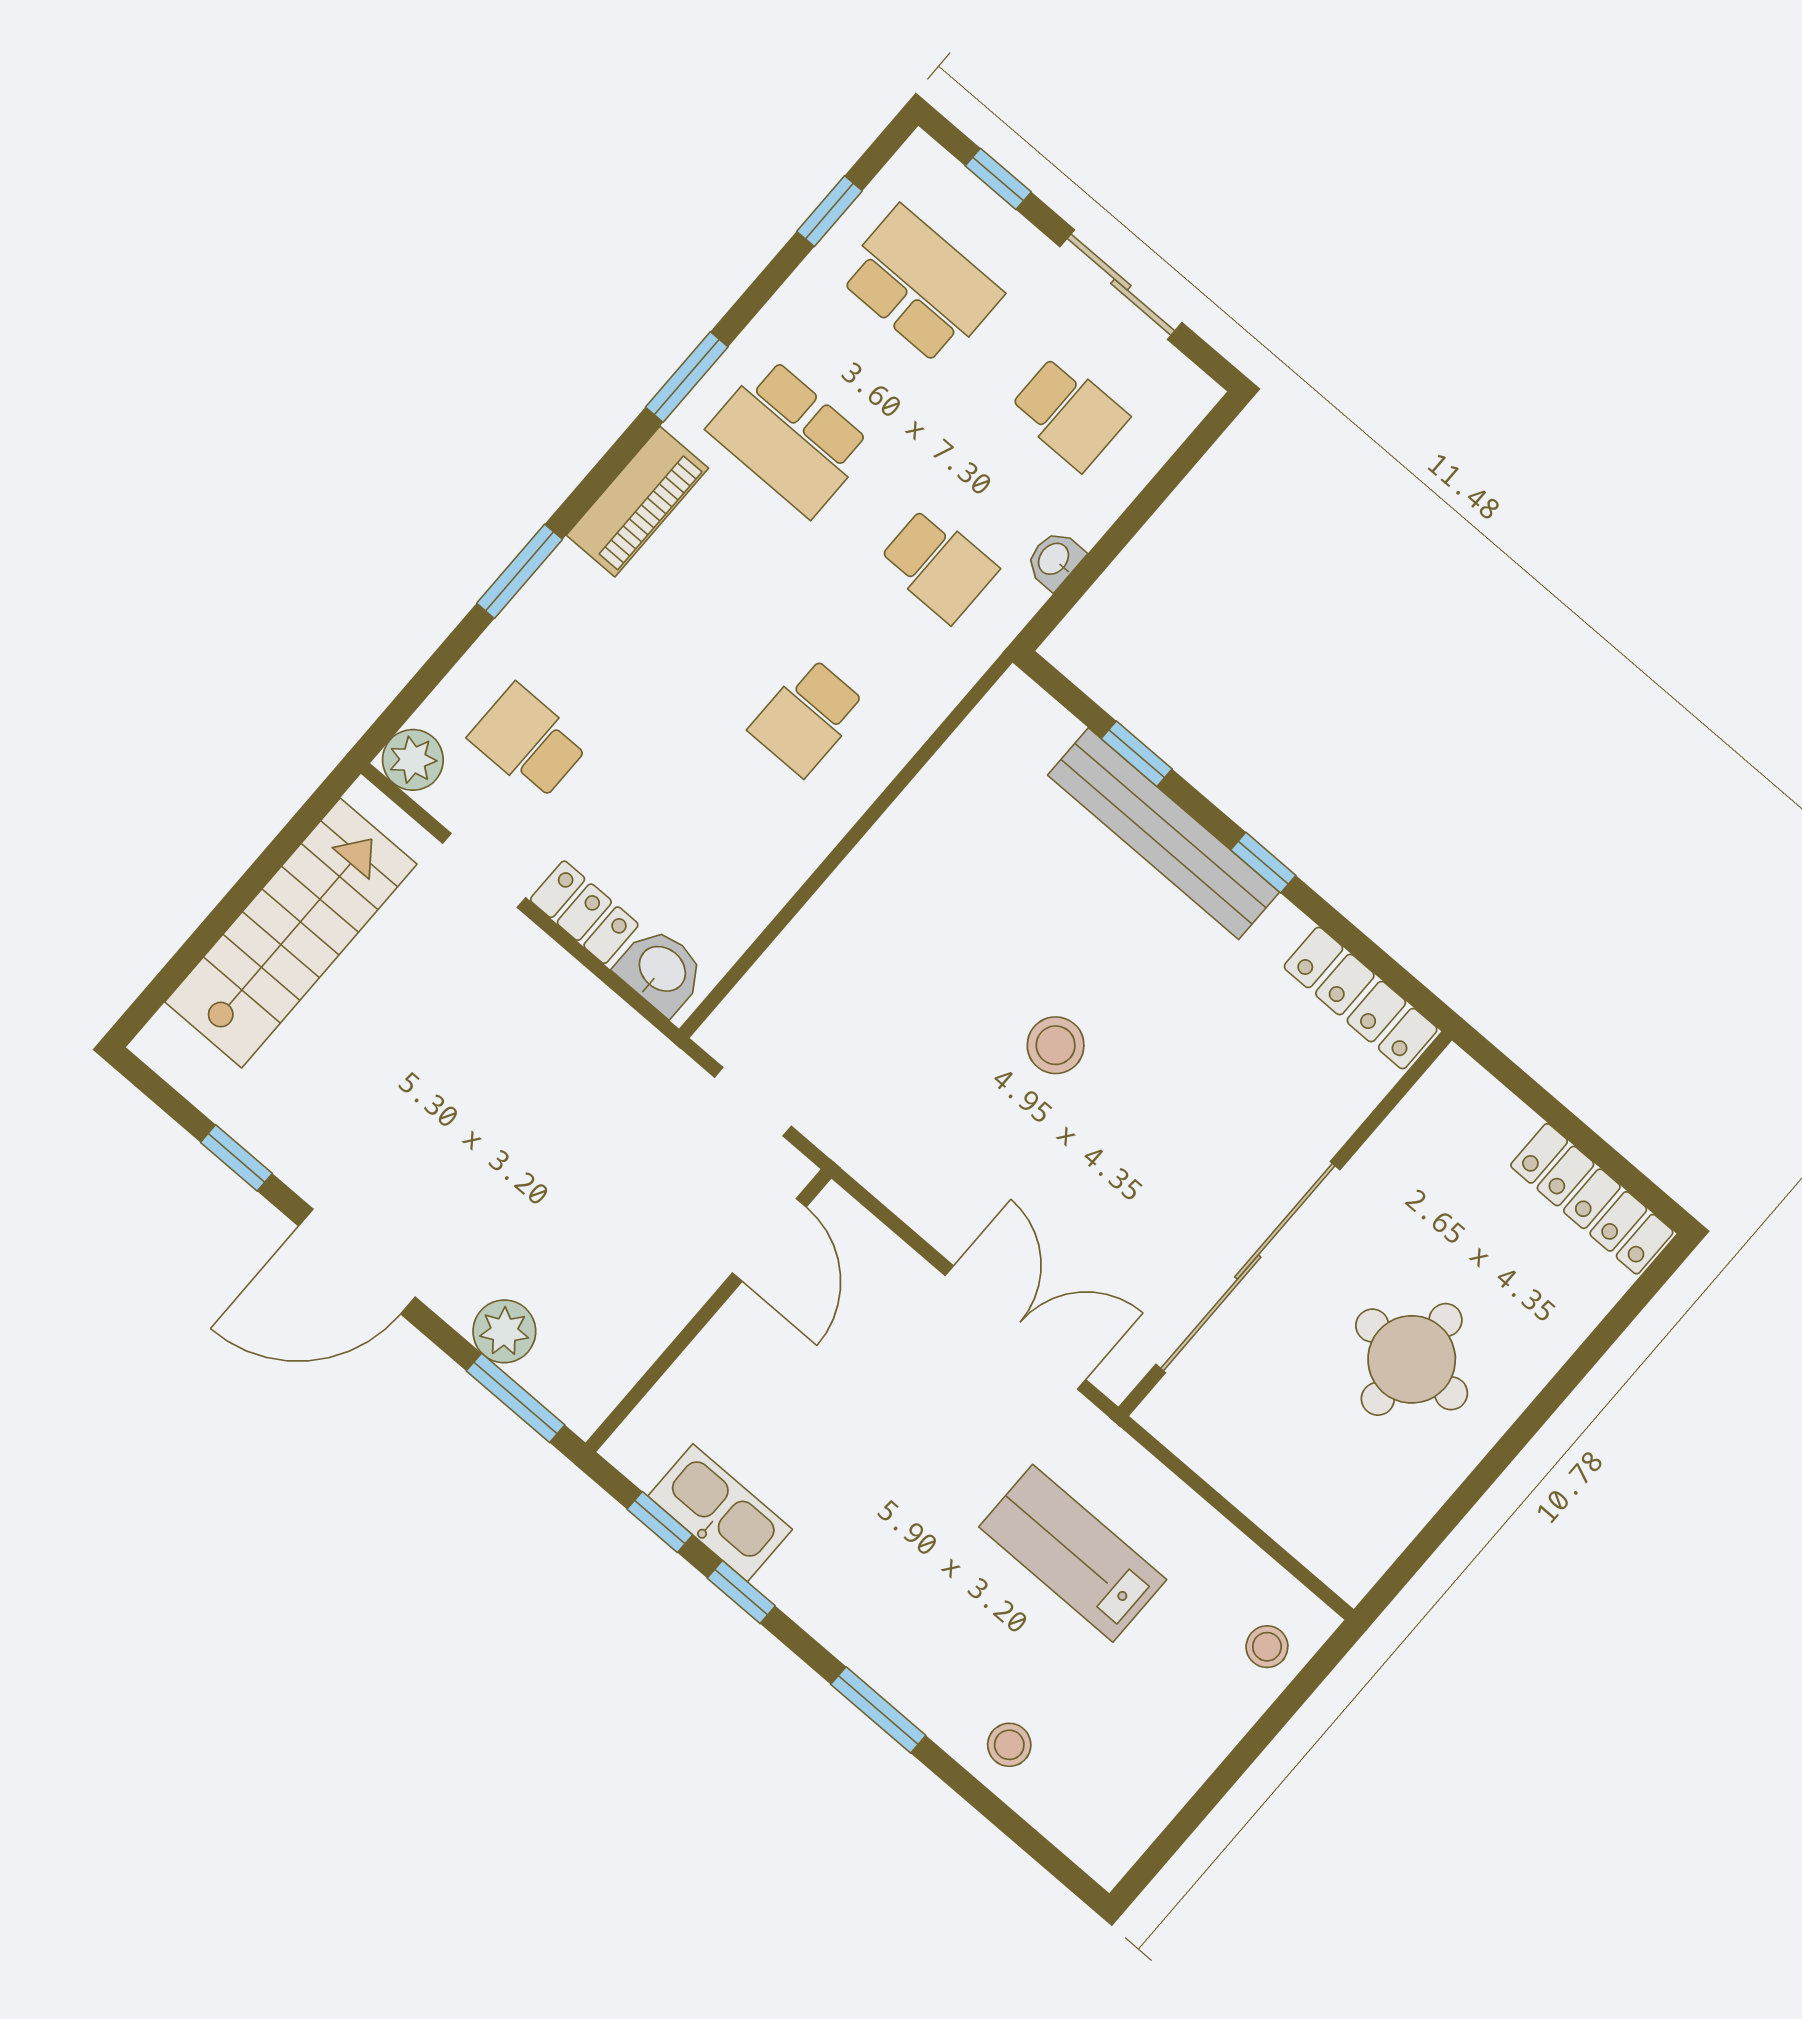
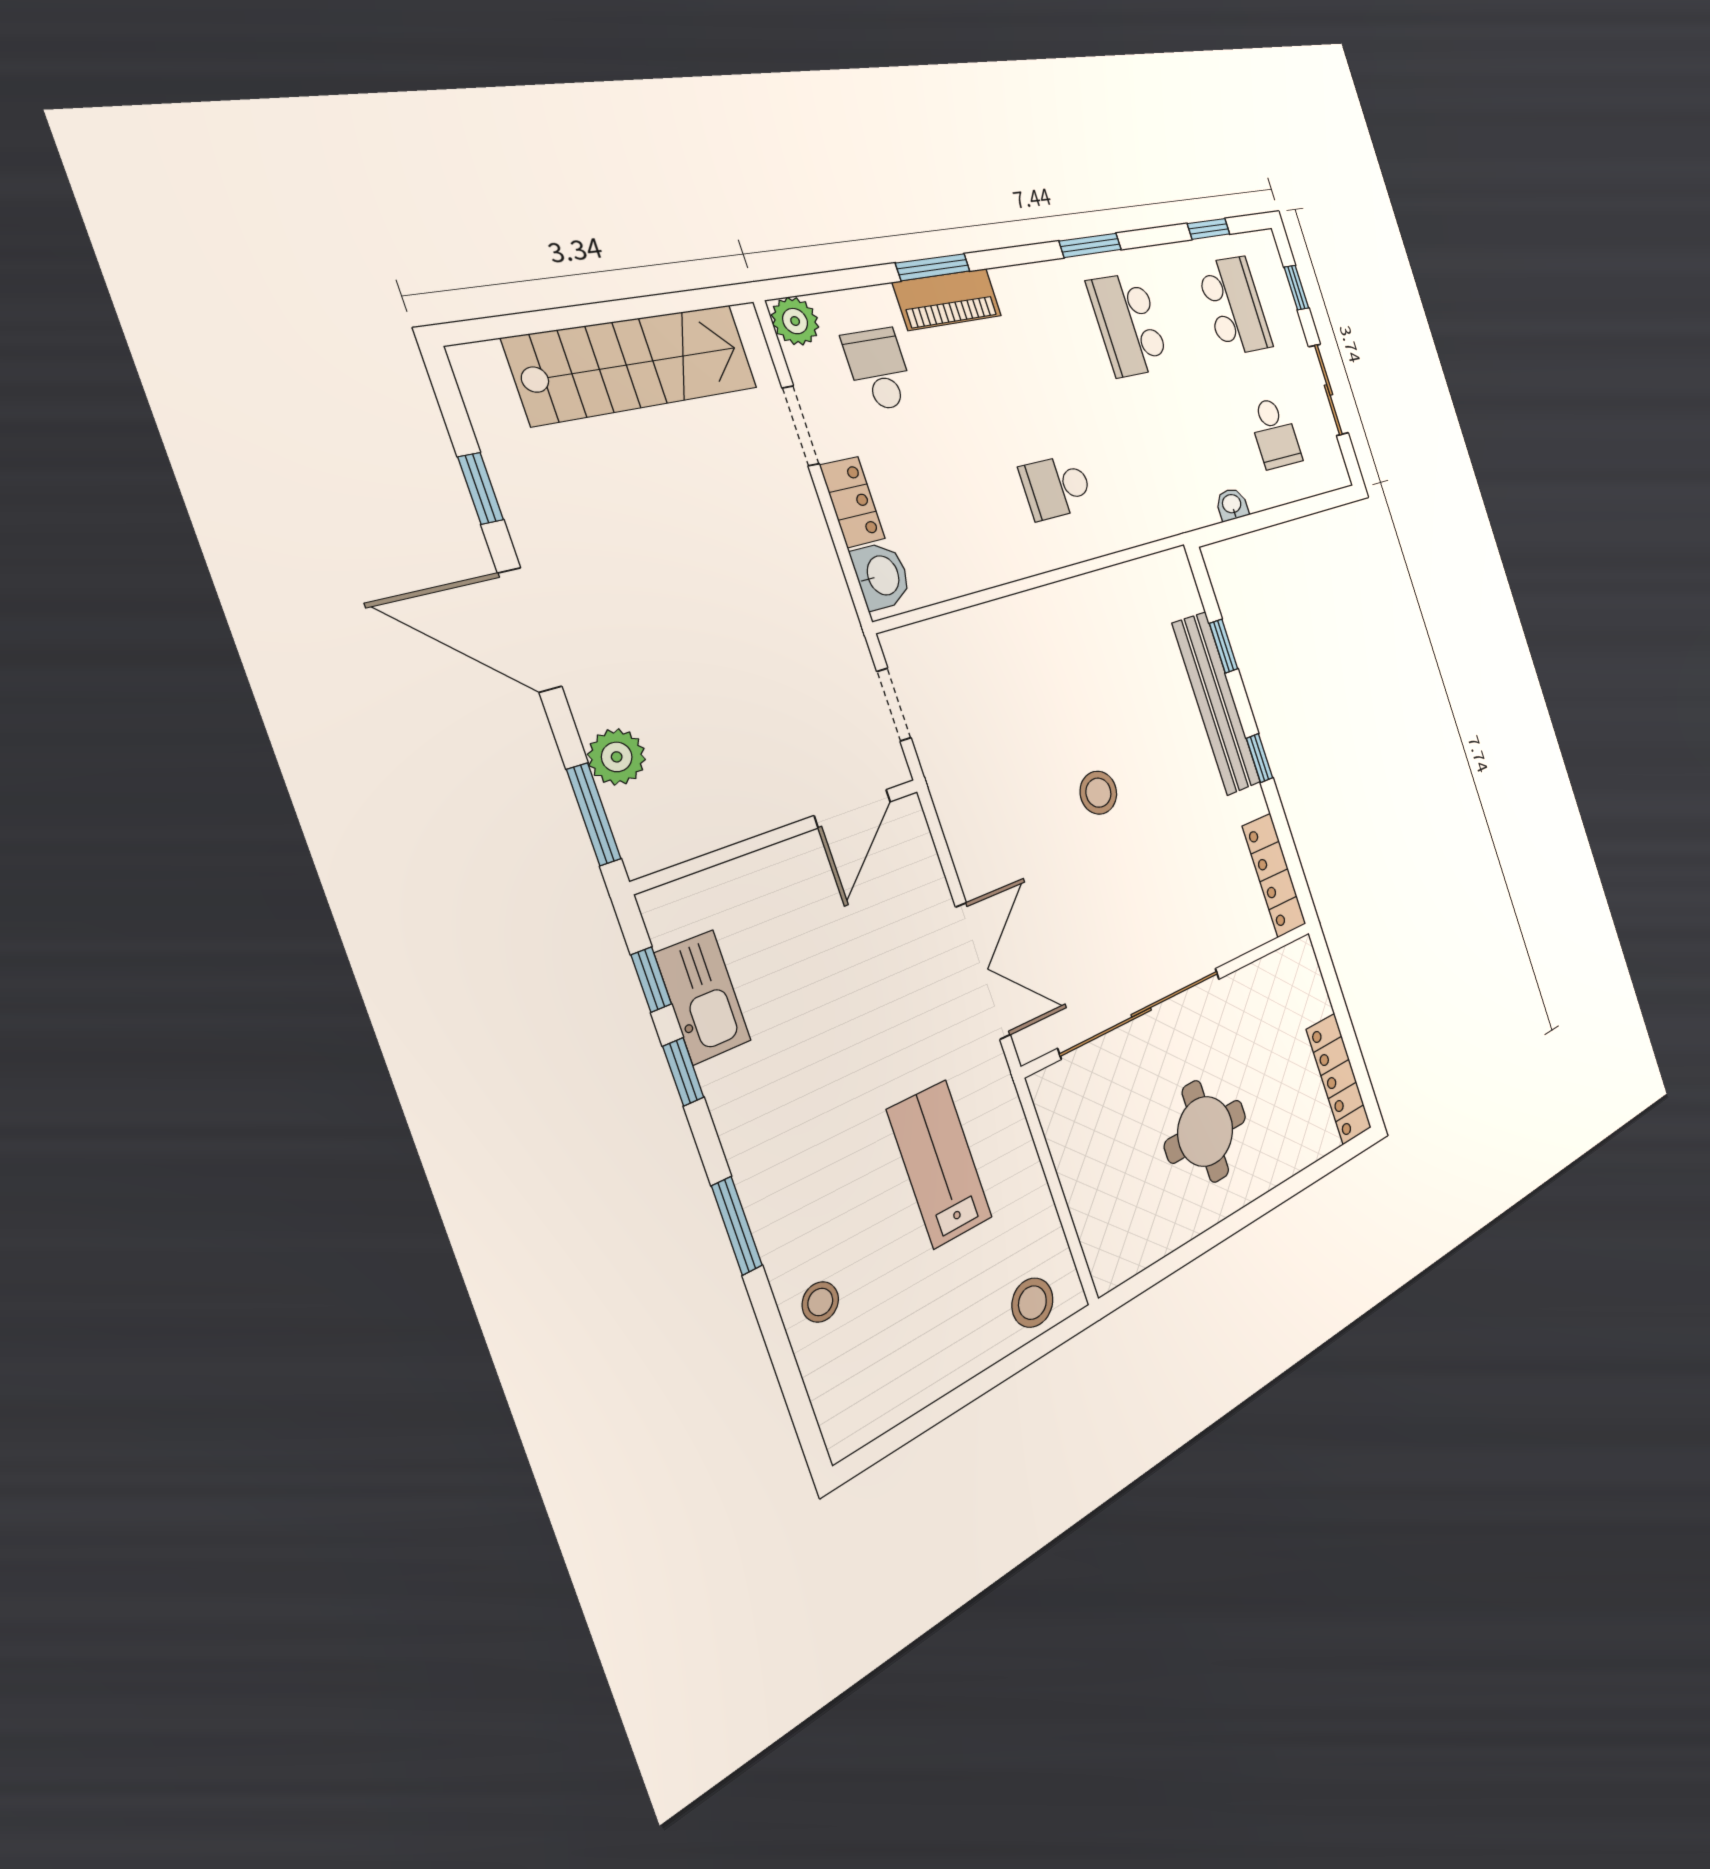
piano: (637, 502) -> (948, 299), moved
school desk: (938, 565) -> (1171, 459), removed
stool: (1267, 1647) -> (1032, 1303), width x1.37, depth x1.37

